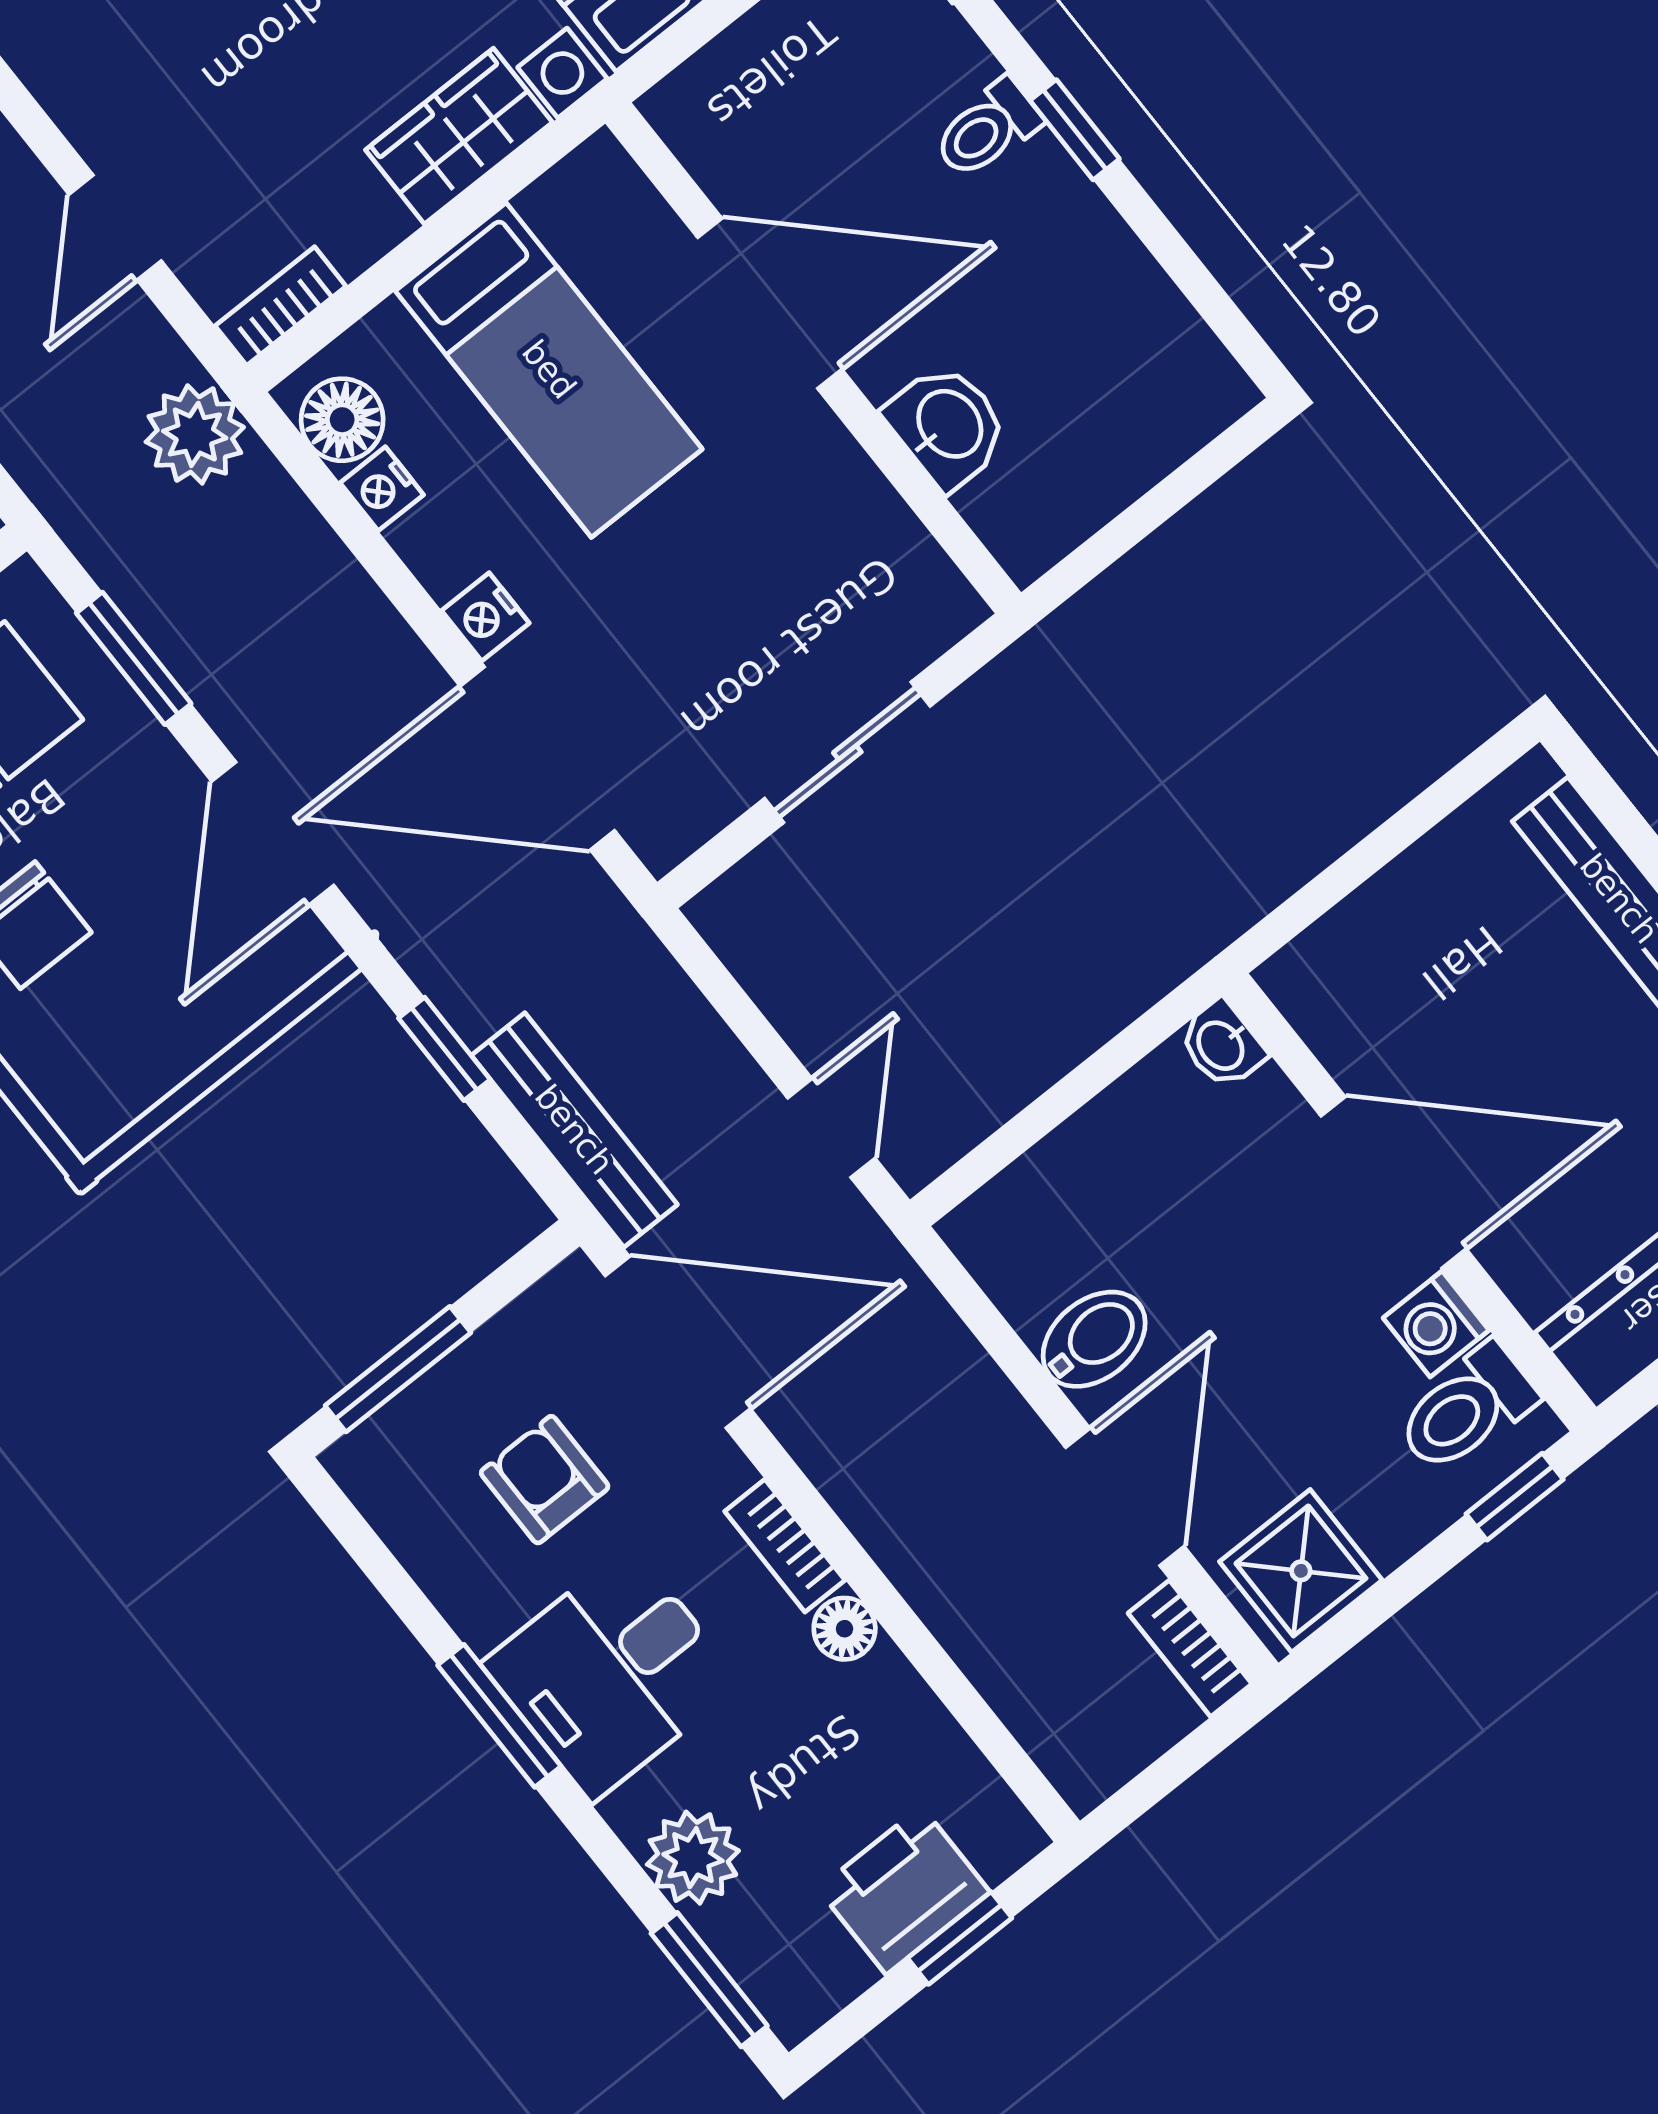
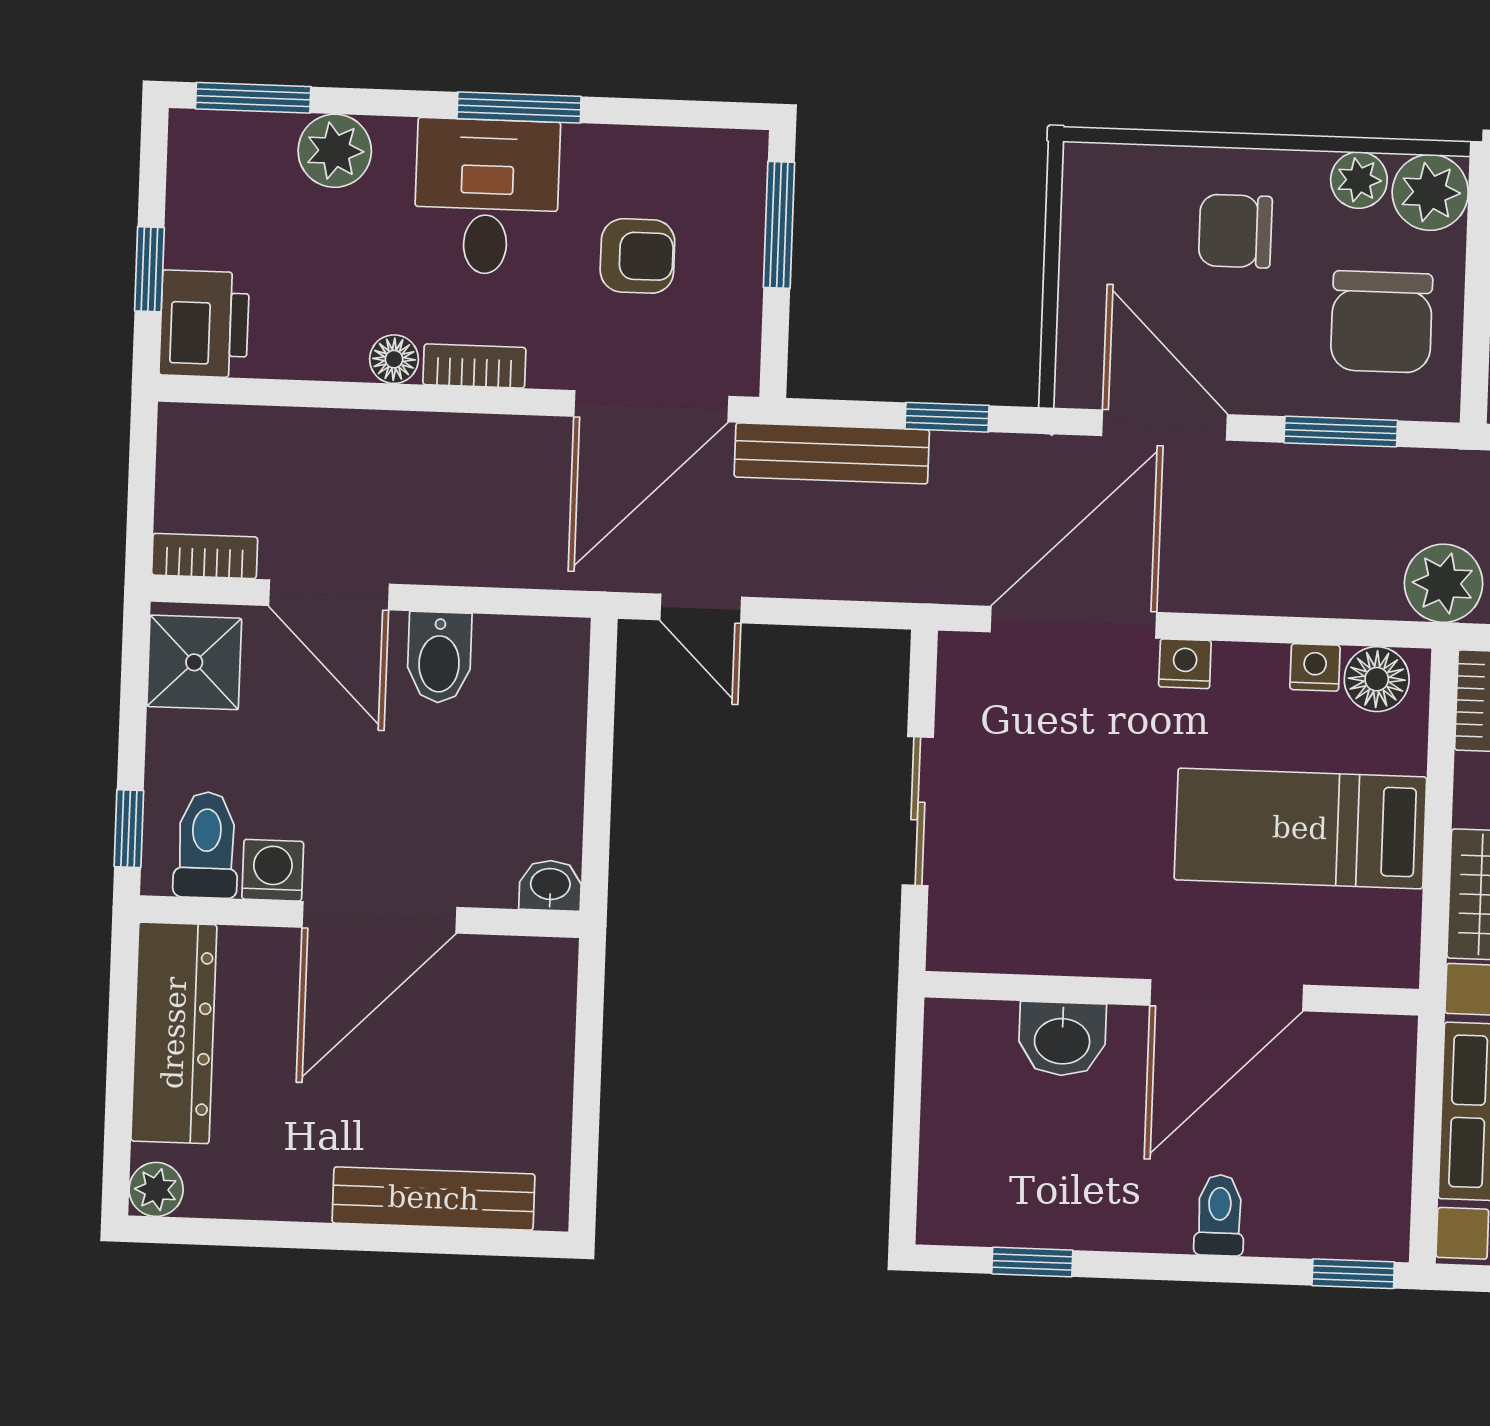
window: (1075, 130) -> (1032, 1262), moved
printer: (904, 1890) -> (204, 324), moved

